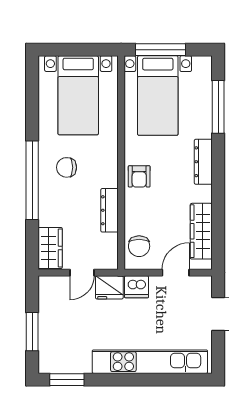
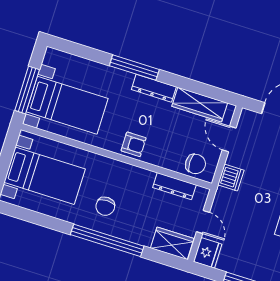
window: (218, 107) -> (134, 68), moved
dresser: (203, 162) -> (154, 88), moved
dresser: (110, 210) -> (174, 186), moved
fridge: (109, 287) -> (208, 253), moved

